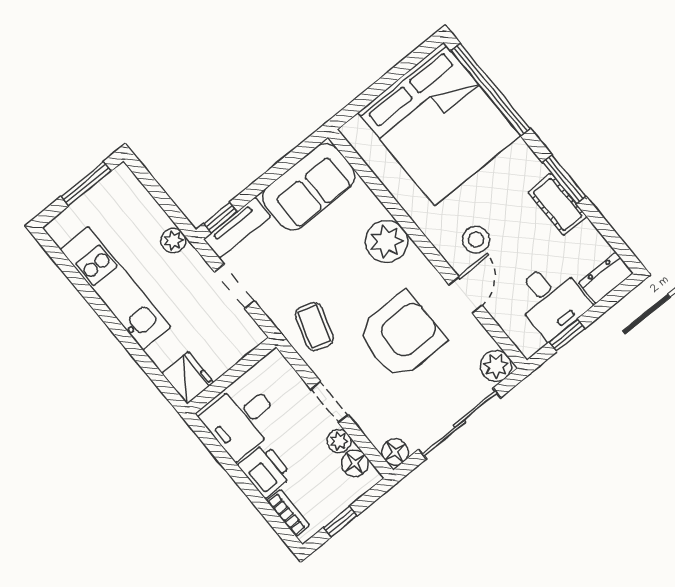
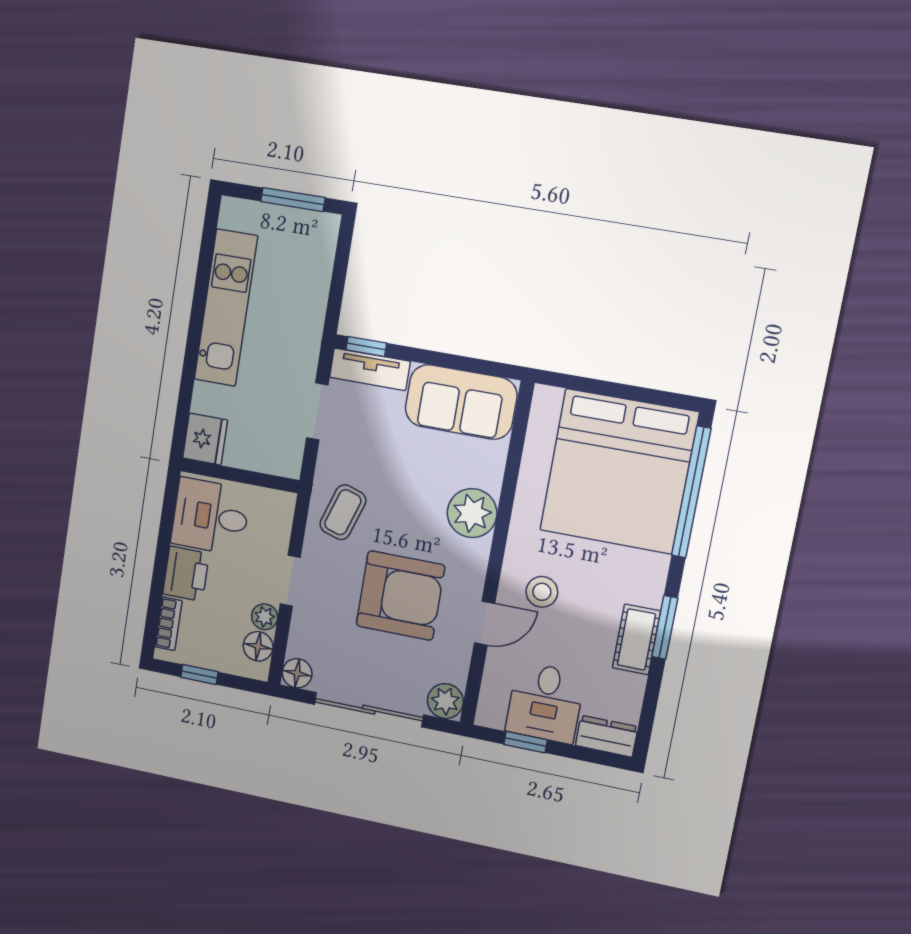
plant: (173, 241) -> (310, 322), removed

